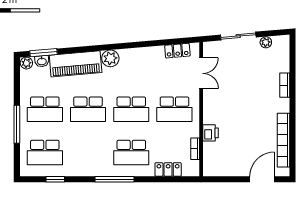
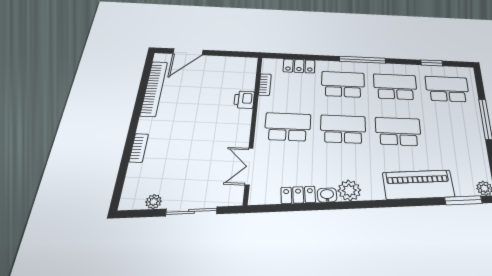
locker: (177, 51) -> (298, 195), moved
plant: (110, 58) -> (349, 190), moved
washbasin: (42, 61) -> (327, 195), moved
school desk: (45, 109) -> (395, 87), moved

